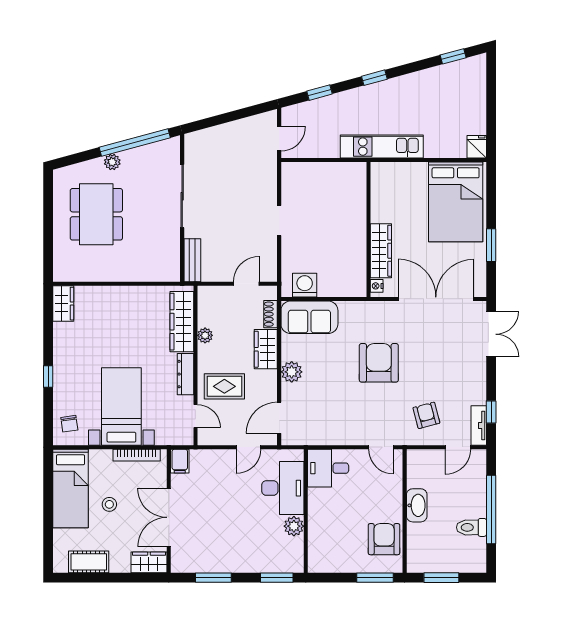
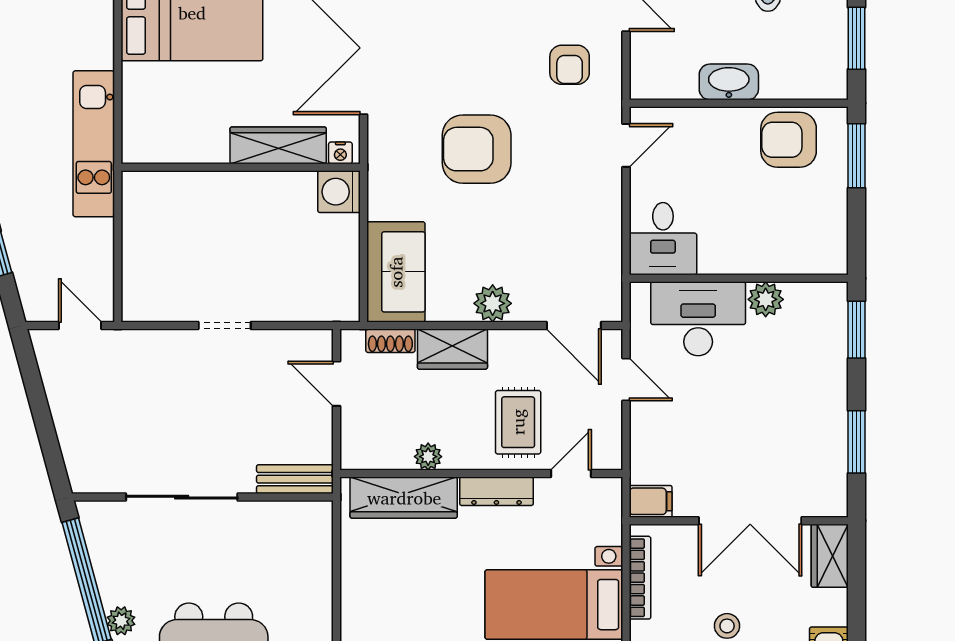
washing machine: (305, 285) -> (339, 192), moved
armchair: (426, 415) -> (570, 65), turned -75

